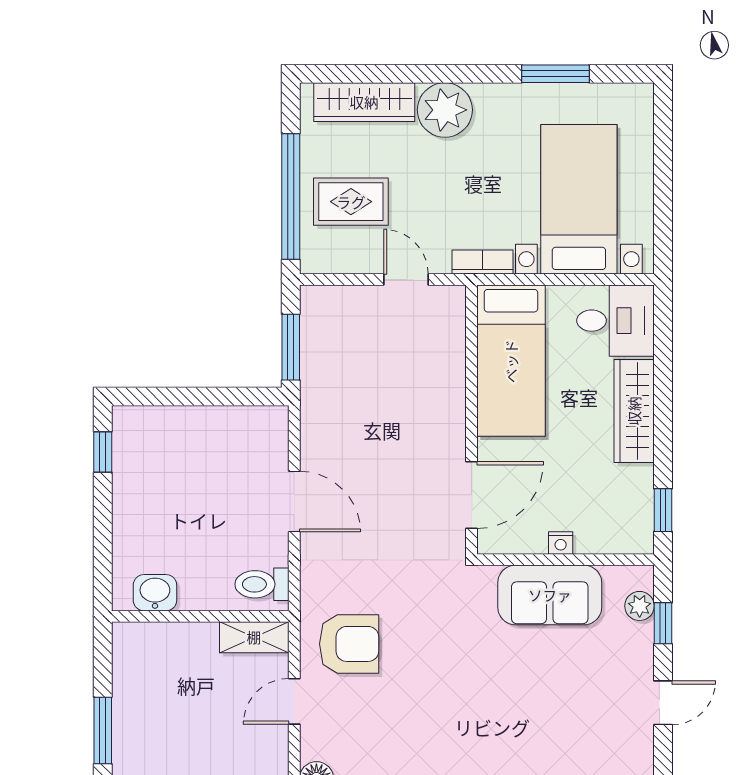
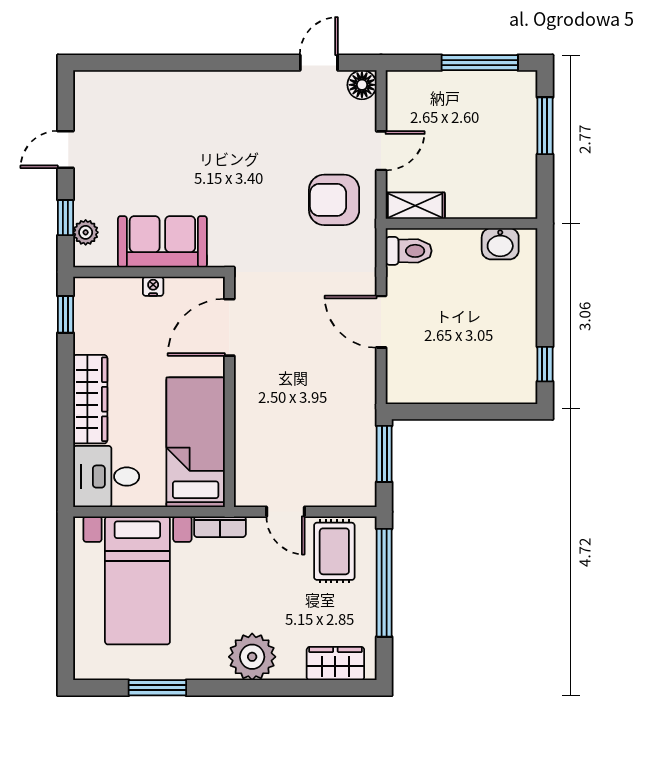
wardrobe: (364, 102) -> (335, 664), width x0.67
rug: (351, 202) -> (334, 551), moved, turned 90

